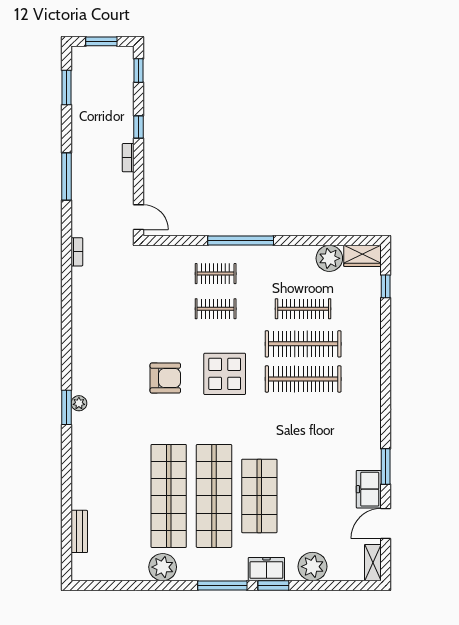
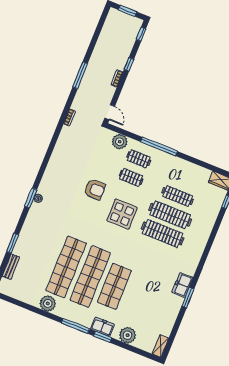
window: (67, 87) -> (13, 243), moved
plant: (329, 258) -> (120, 142), moved
armchair: (165, 378) -> (95, 189), moved
freezer: (369, 489) -> (182, 285), moved
door: (386, 524) -> (176, 328), removed

